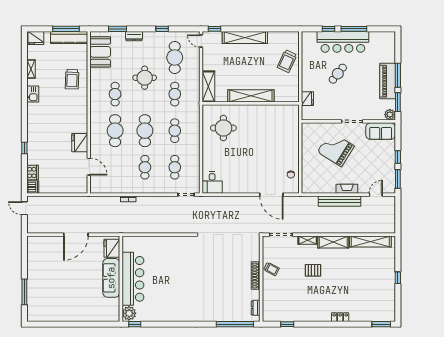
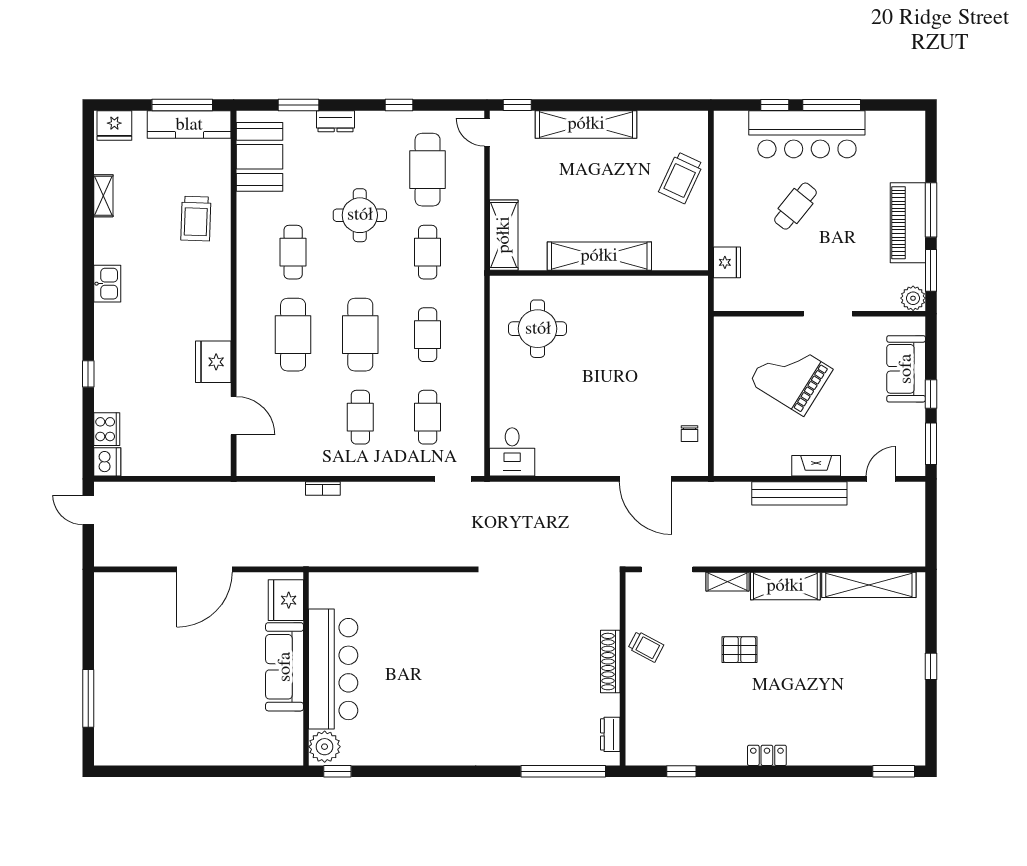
kitchen sink: (33, 94) -> (107, 284), moved
sofa: (381, 131) -> (906, 369), moved, turned 90
locker: (340, 317) -> (767, 755), moved

